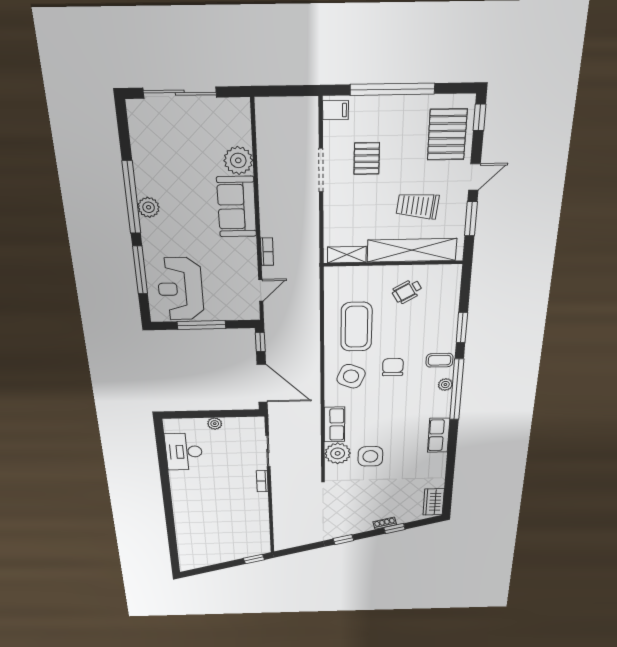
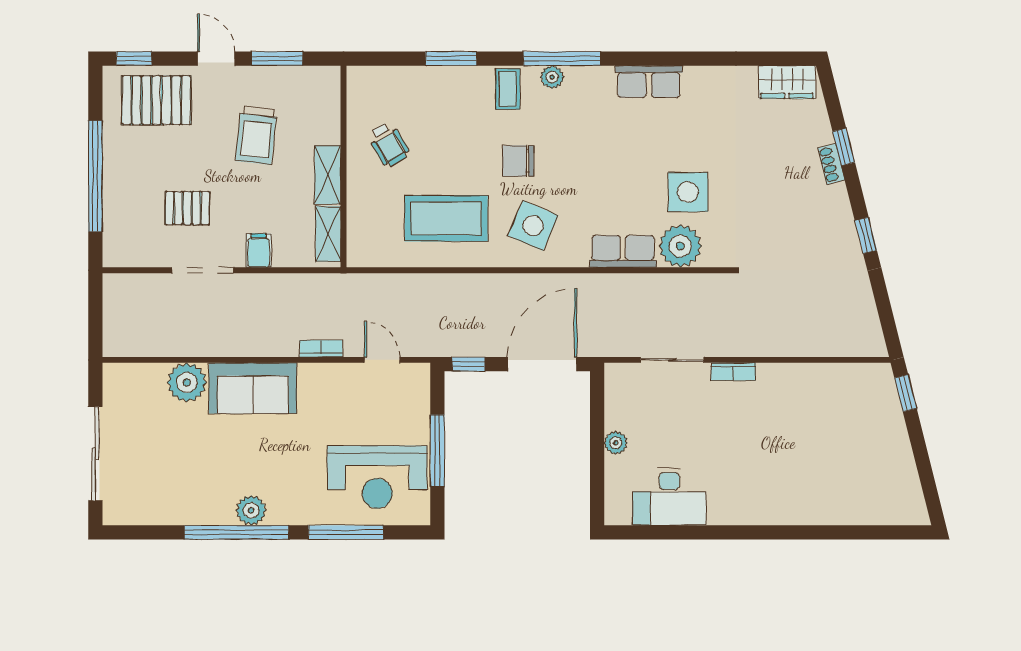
filing cabinet: (336, 110) -> (259, 251), moved
shelving: (412, 250) -> (328, 175), width x0.45, depth x0.75
window: (457, 390) -> (562, 59), width x0.68

